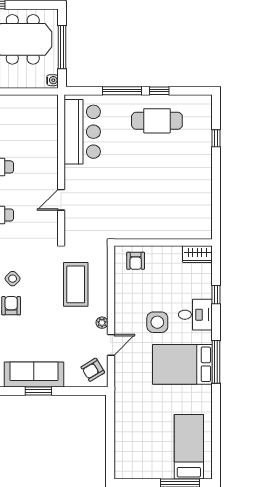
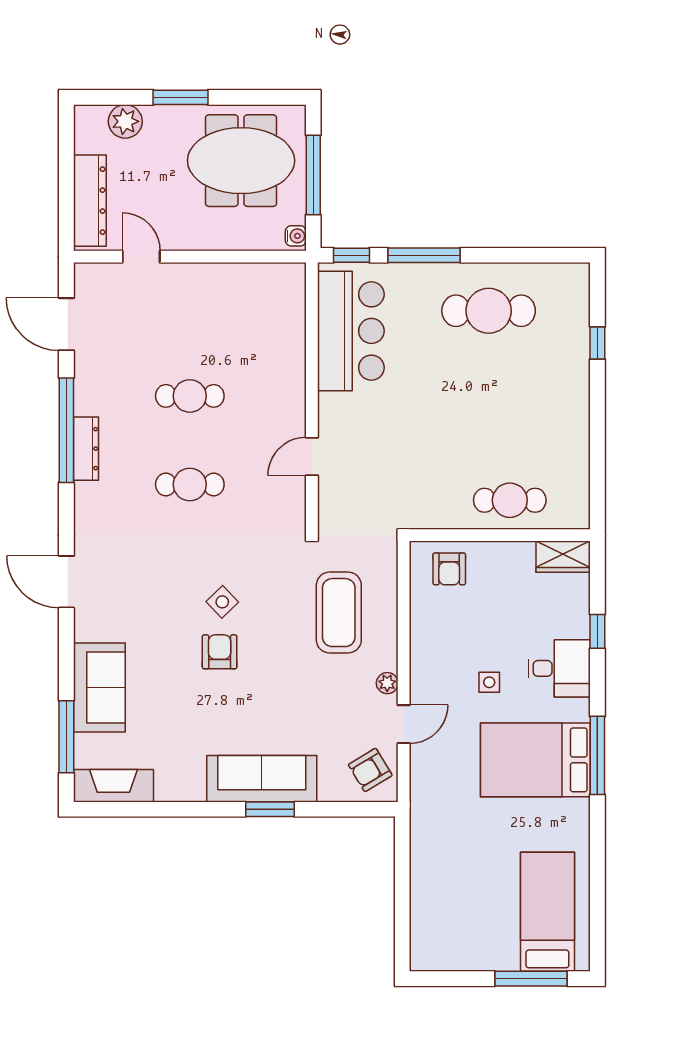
window: (159, 91) -> (351, 255), moved
cafe table: (168, 224) -> (510, 500), added
side table: (157, 322) -> (489, 682), width x0.54, depth x0.54

